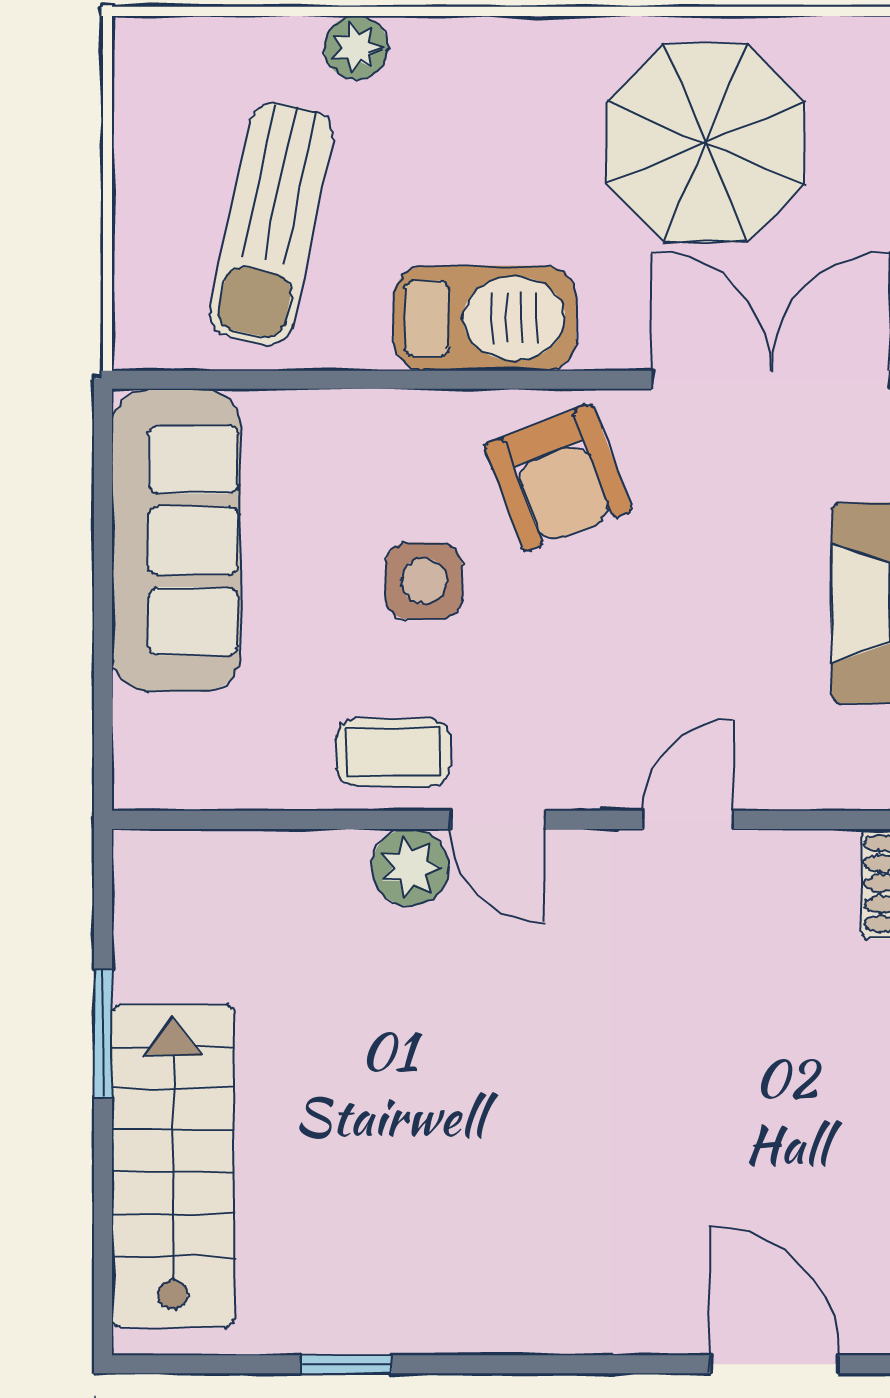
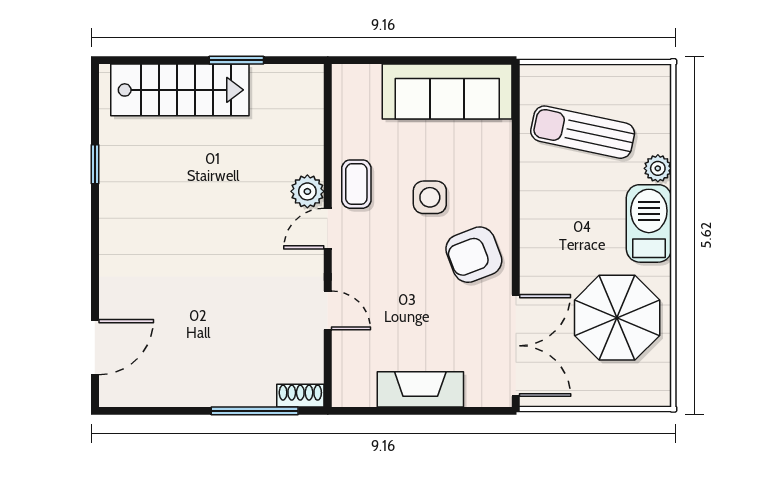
barbecue: (485, 318) -> (649, 223), moved, turned 180

